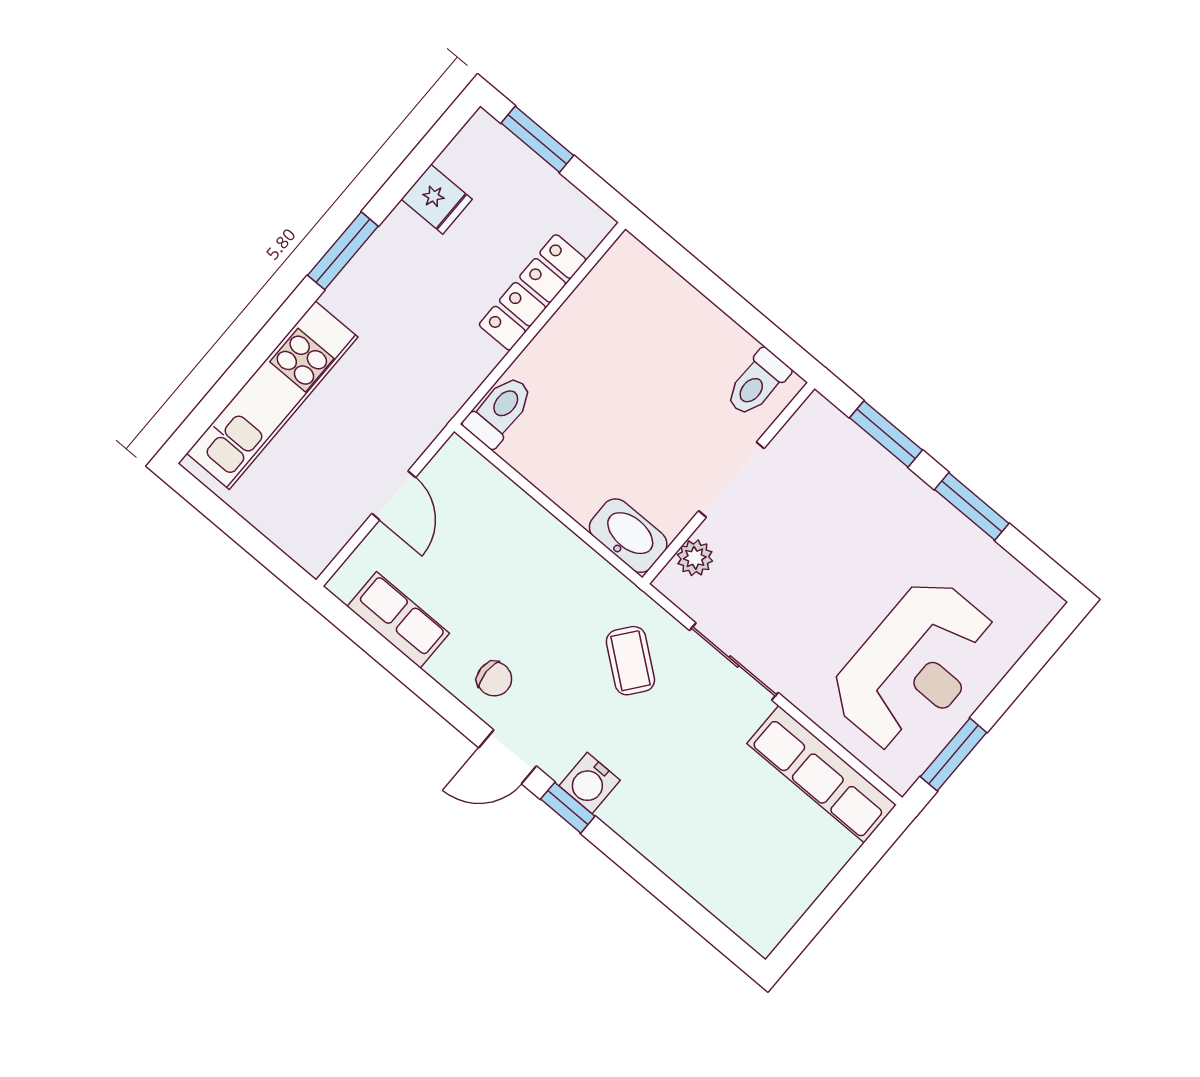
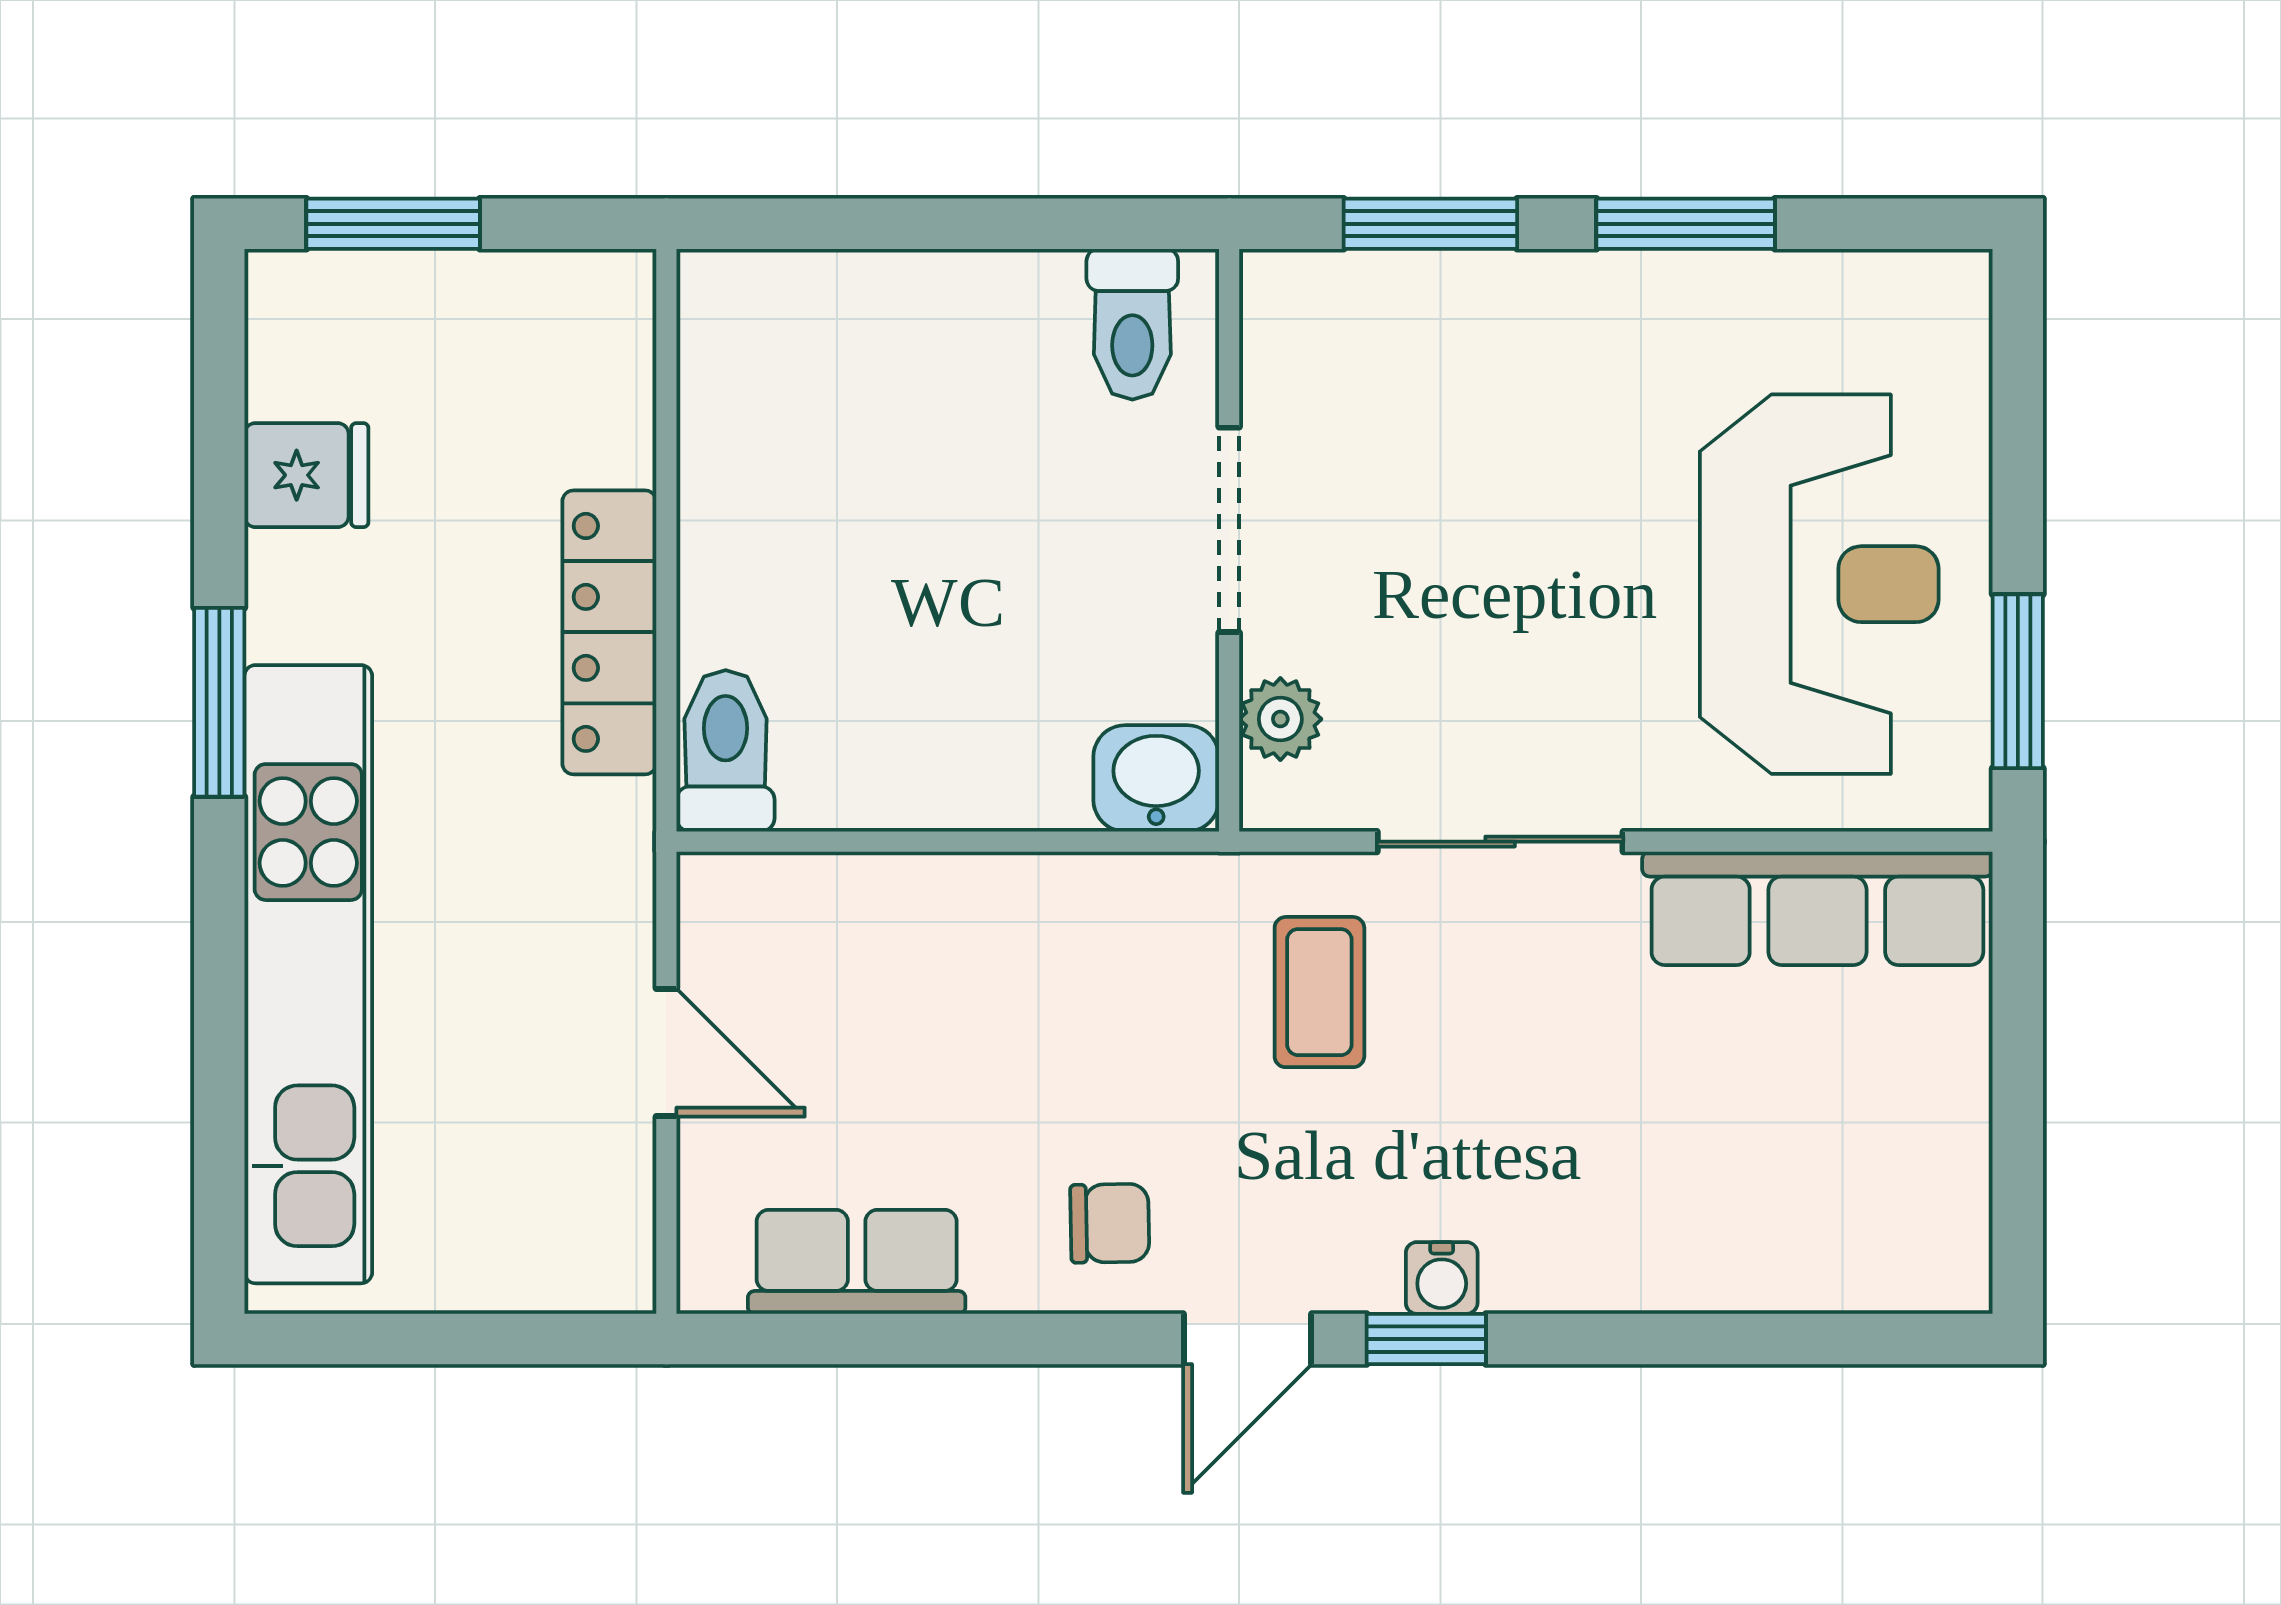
locker: (533, 292) -> (609, 632), moved
kitchen unit: (272, 395) -> (308, 974), width x1.36
washbasin: (628, 536) -> (1156, 778), width x0.72
coffee table: (630, 661) -> (1319, 992), turned 52
water cooler: (590, 783) -> (1442, 1278), width x0.72, depth x0.72

